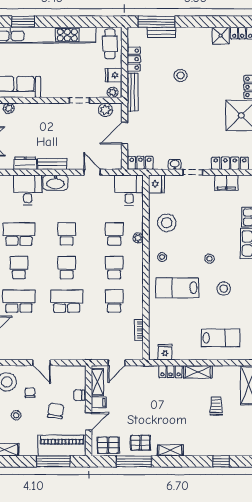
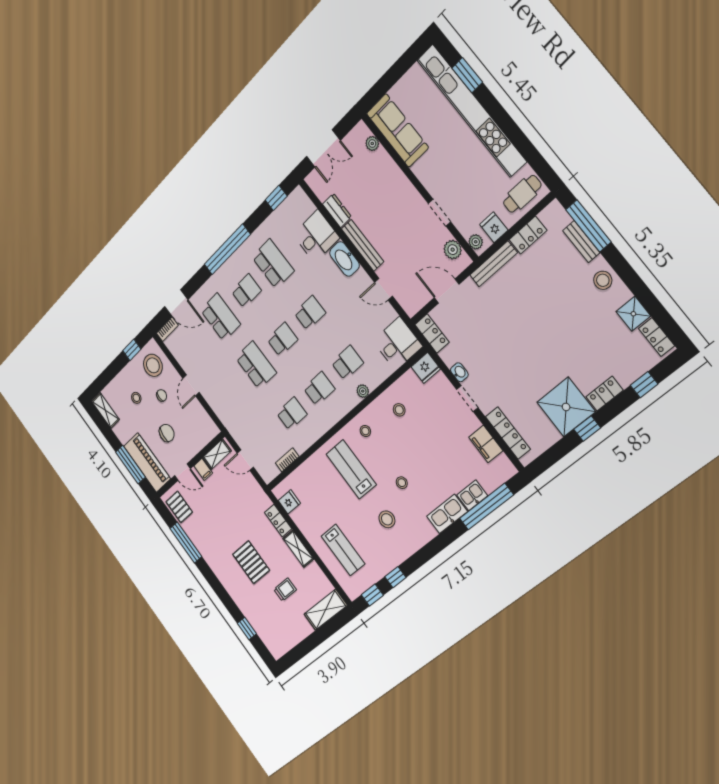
stool: (181, 75) -> (603, 280), moved
bench: (52, 164) -> (363, 245), width x1.36
door: (92, 172) -> (383, 289), swing flipped
stool: (167, 223) -> (399, 410), width x0.53, depth x0.53
chair: (79, 395) -> (194, 445), removed
pallet: (140, 443) -> (251, 562), moved, width x1.50, depth x1.42
shelving: (170, 450) -> (219, 571), removed

